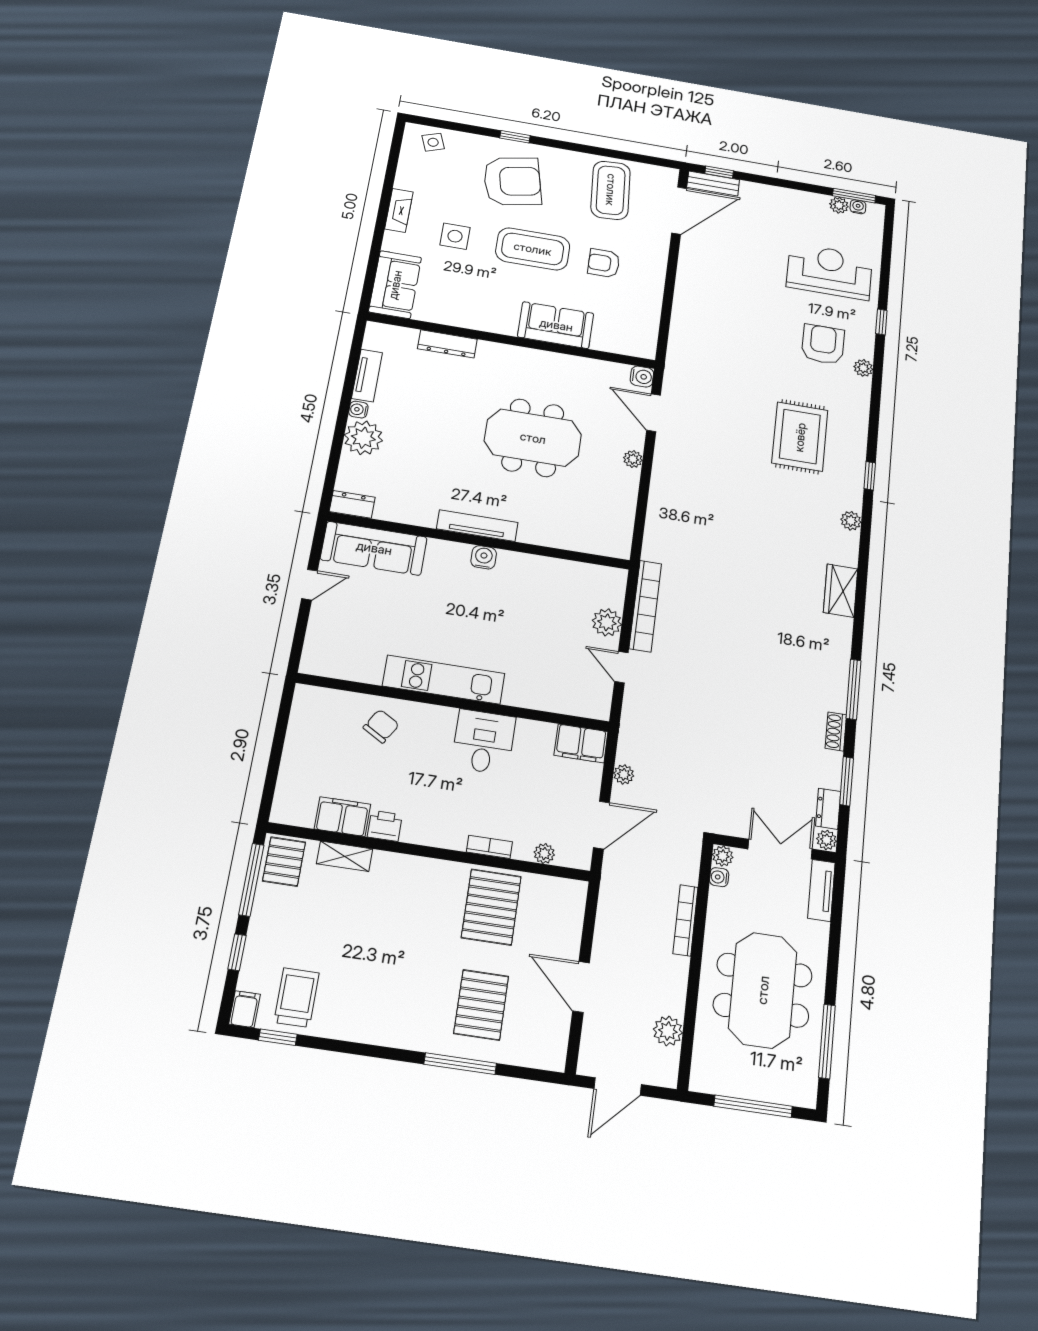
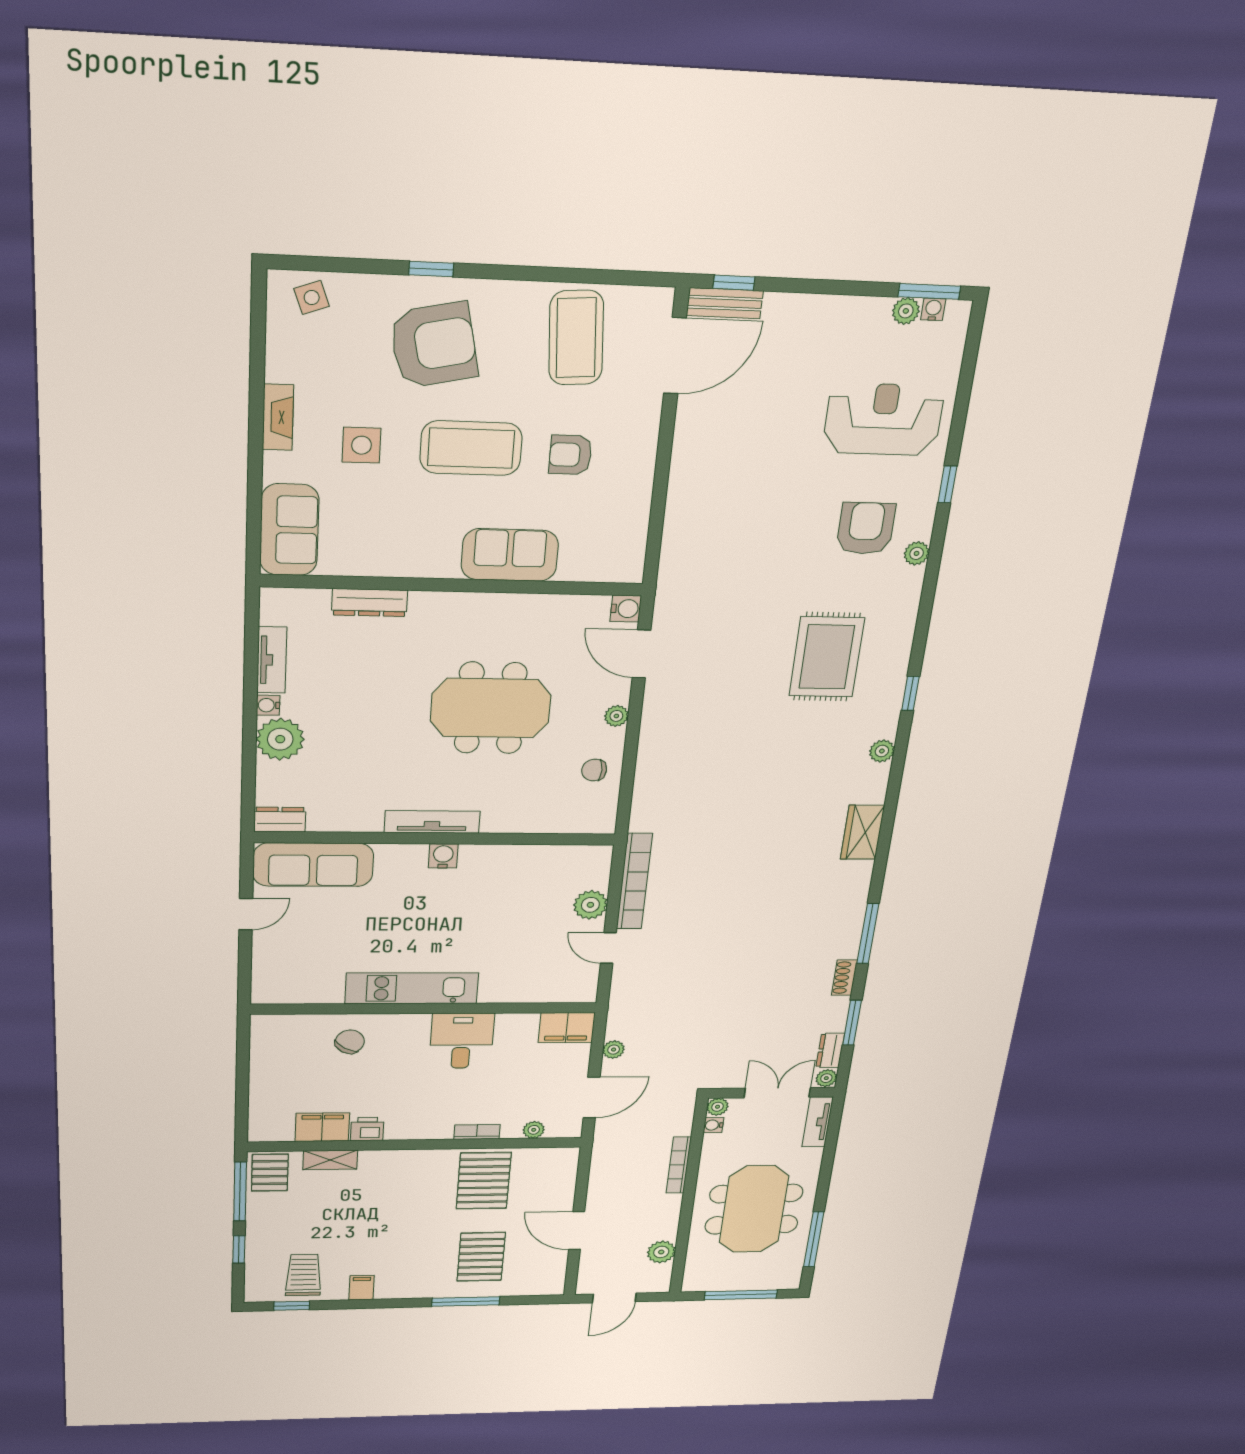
chair: (614, 501) -> (594, 770), added
filing cabinet: (245, 1009) -> (361, 1288), moved

